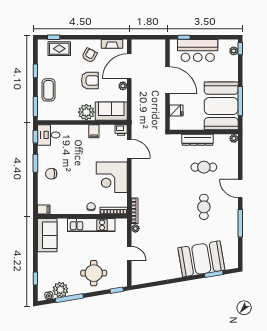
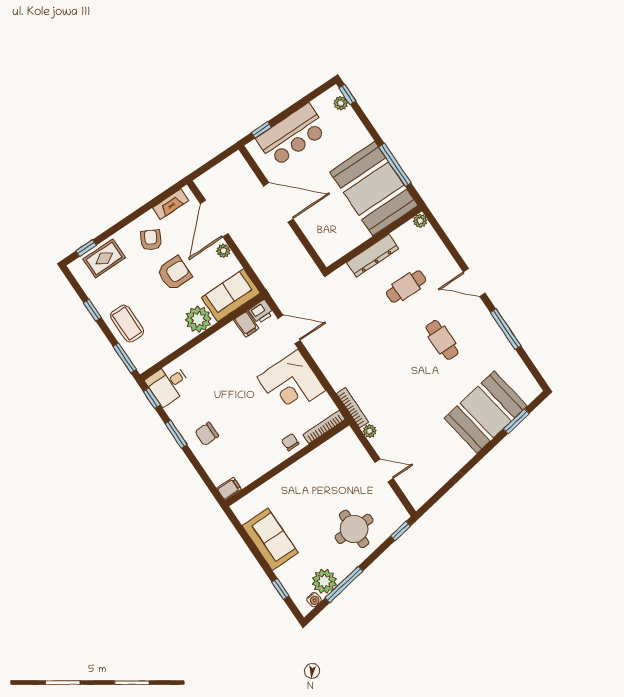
fridge: (176, 110) -> (318, 235), removed
filing cabinet: (94, 131) -> (246, 324), moved
kitchen unit: (91, 225) -> (307, 467), removed
sofa: (47, 235) -> (270, 539), moved

